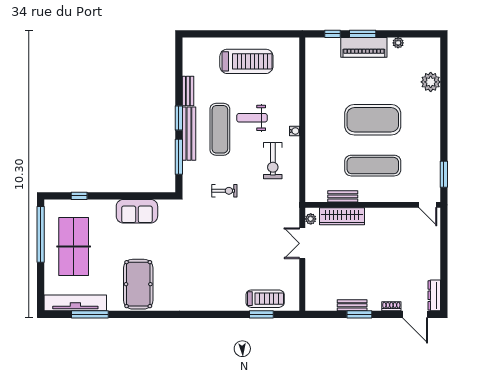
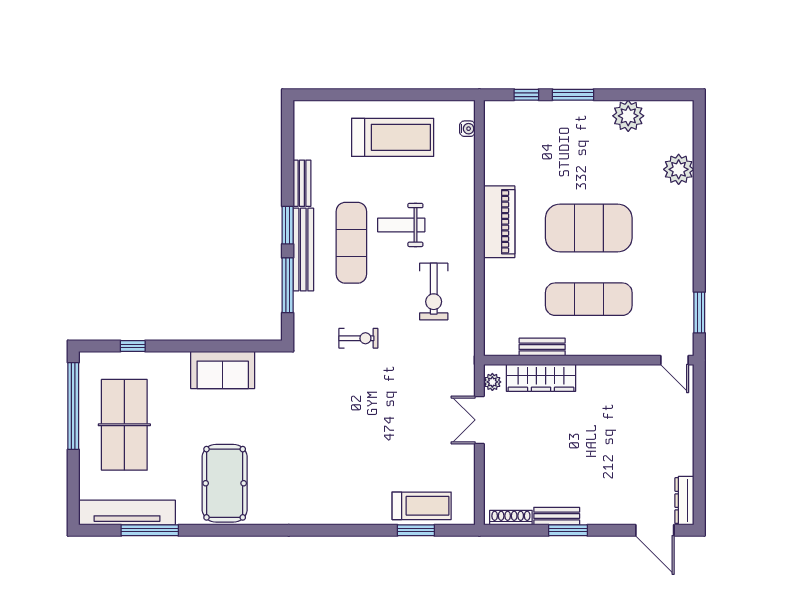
plant: (398, 43) -> (628, 116), width x1.88, depth x1.88
piano: (364, 47) -> (499, 222), moved, turned -90
water cooler: (295, 131) -> (467, 129), moved
shoe rack: (391, 306) -> (511, 518), moved, width x1.43

